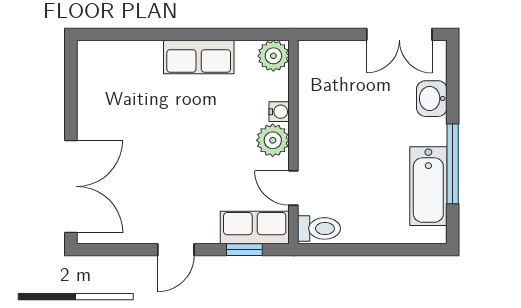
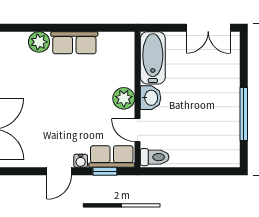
plant: (273, 56) -> (39, 42), moved
washbasin: (432, 99) -> (151, 98), moved, turned 180
water cooler: (279, 112) -> (81, 161), moved, turned 90
bathtub: (428, 186) -> (153, 58), moved, turned 180

